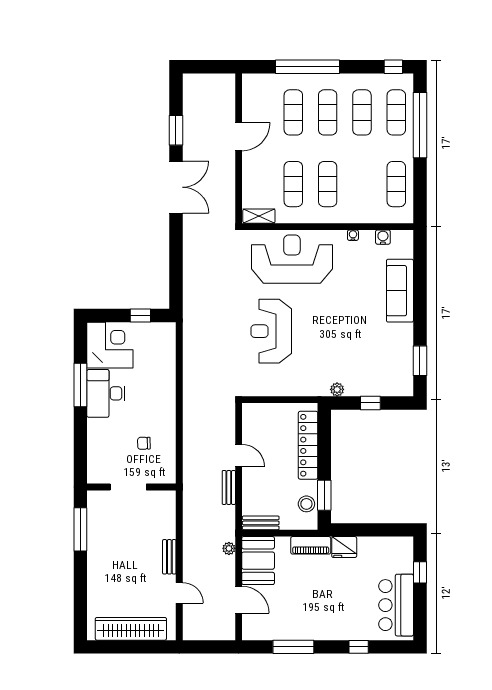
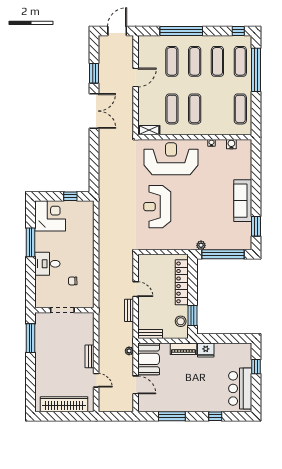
door: (211, 67) -> (117, 31), added
sofa: (400, 291) -> (243, 201), moved
desk: (106, 393) -> (47, 264), moved, width x0.73
window: (370, 403) -> (223, 254), width x3.17

